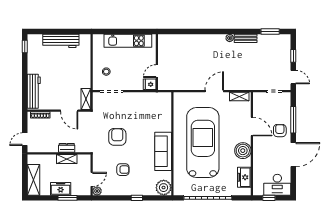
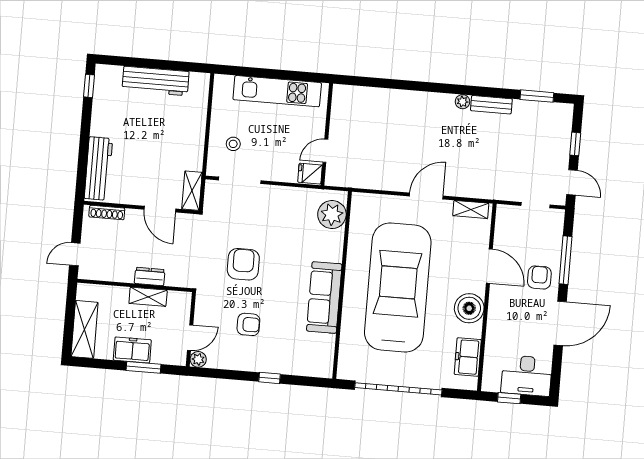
plant: (164, 188) -> (332, 215), moved

